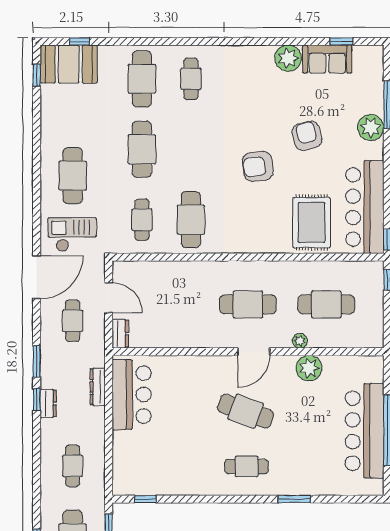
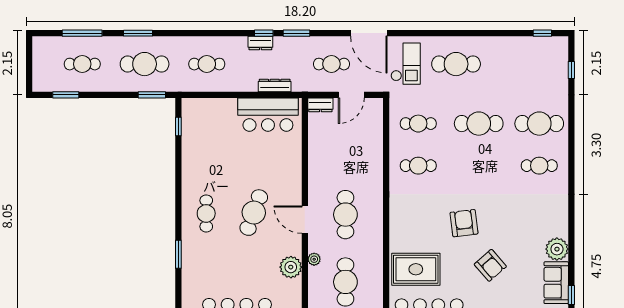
booth: (69, 64) -> (552, 61), removed
armchair: (307, 136) -> (490, 265), turned 62
cafe table: (191, 220) -> (418, 166), width x0.73, depth x0.74

